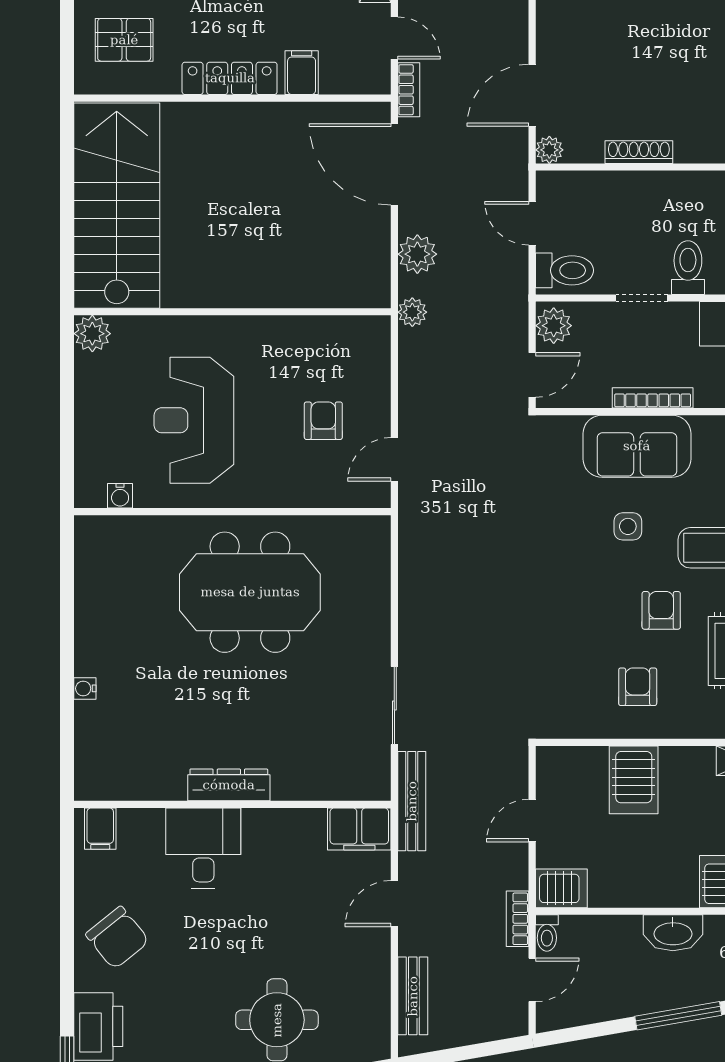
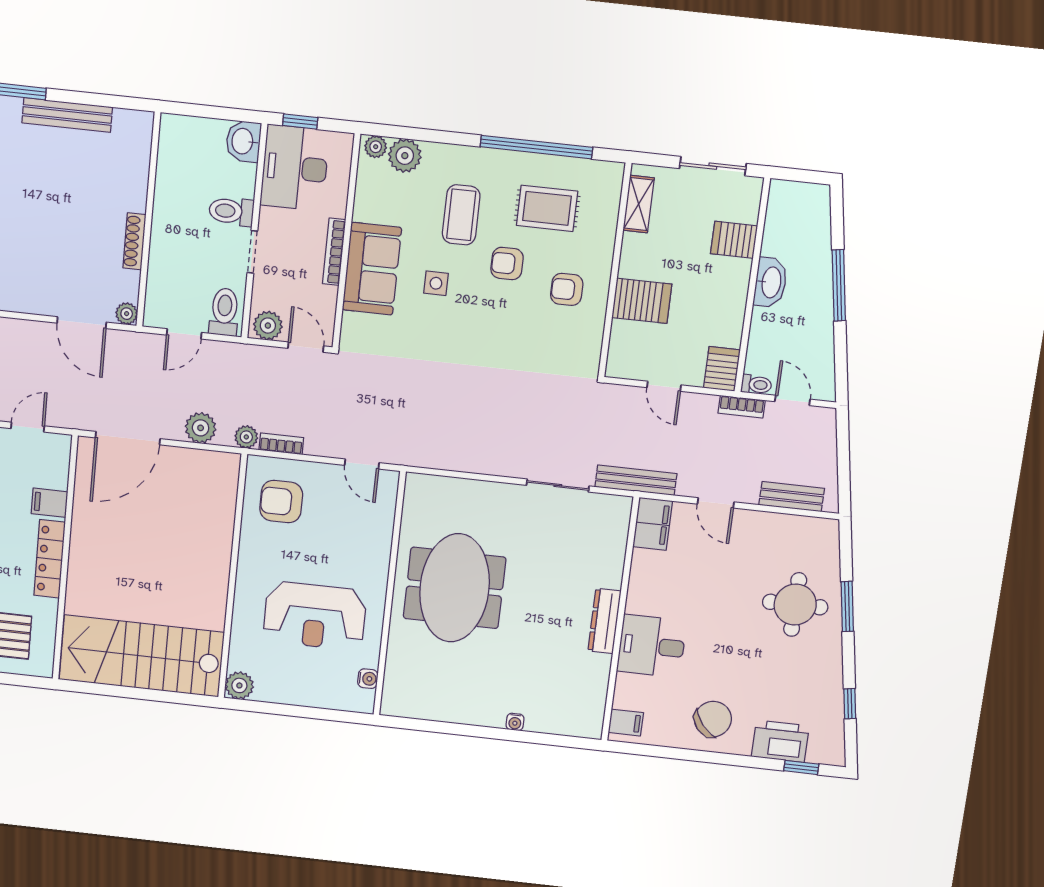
bookcase: (409, 90) -> (281, 444), moved
armchair: (323, 421) -> (281, 502), moved, width x1.38, depth x1.38

